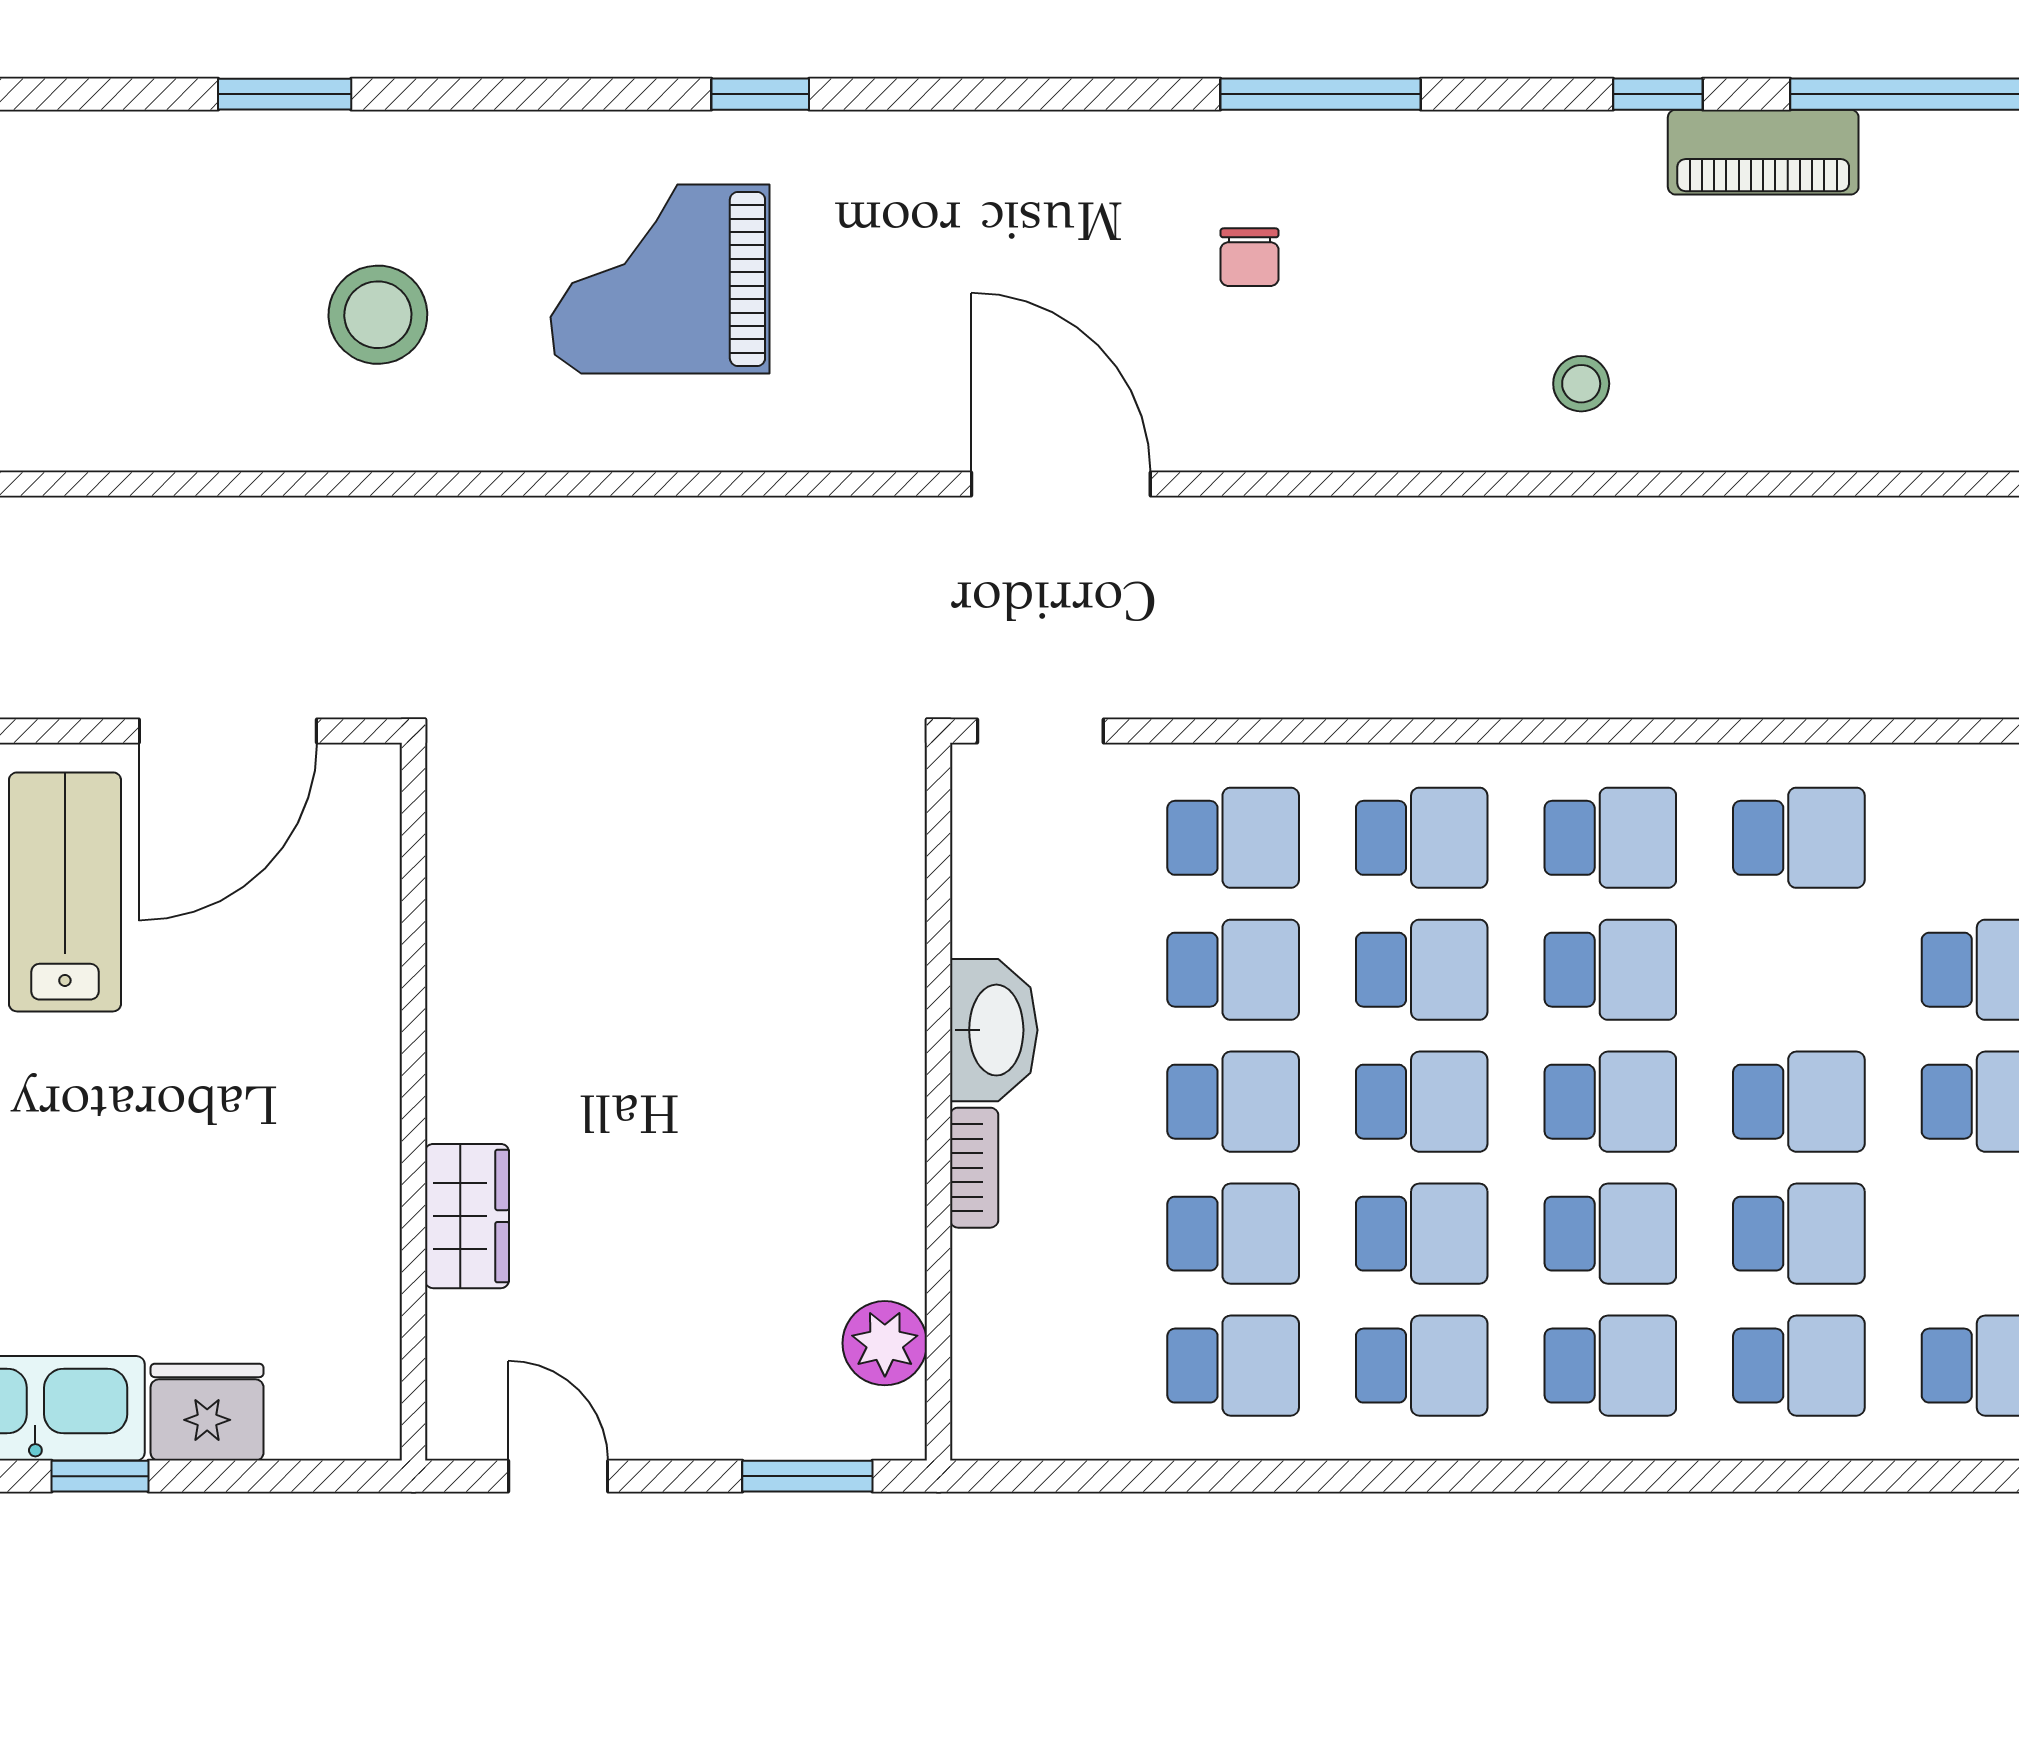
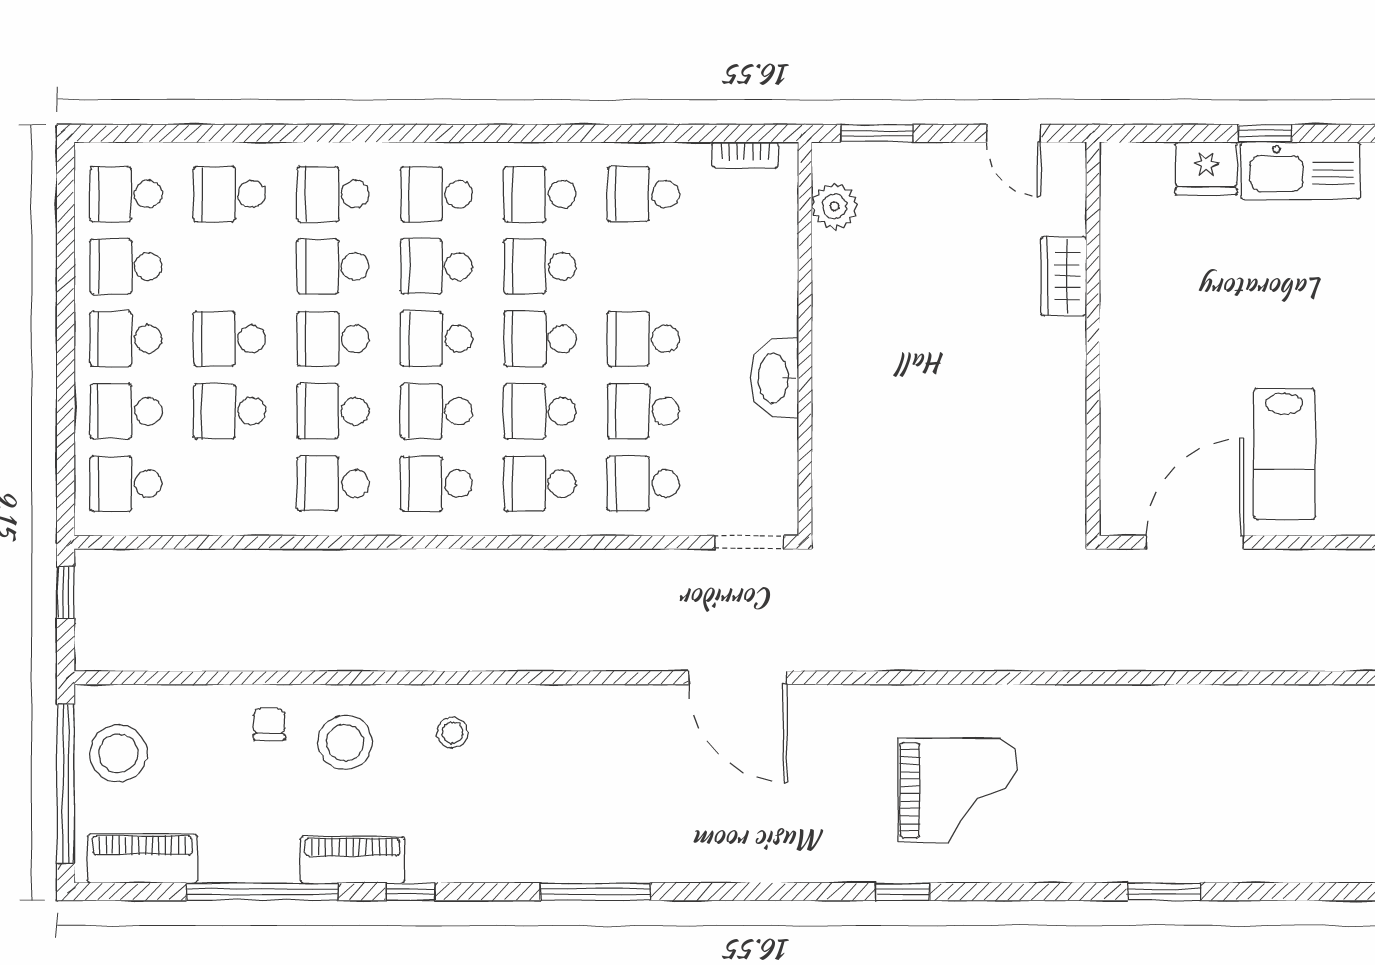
chair: (1249, 257) -> (269, 725), moved
stool: (378, 315) -> (345, 742), moved
bookcase: (974, 1168) -> (745, 155), moved, turned -90
school desk: (1233, 1234) -> (333, 411), moved

